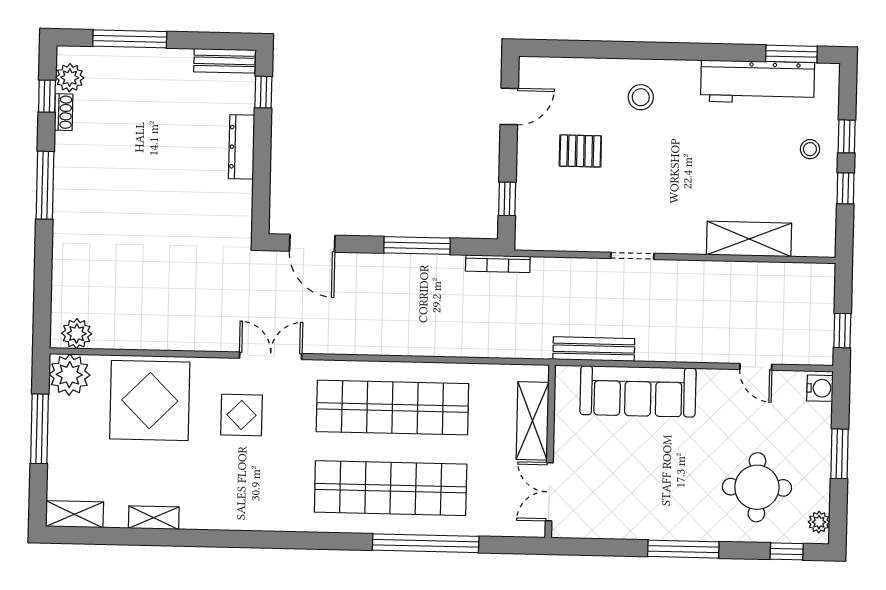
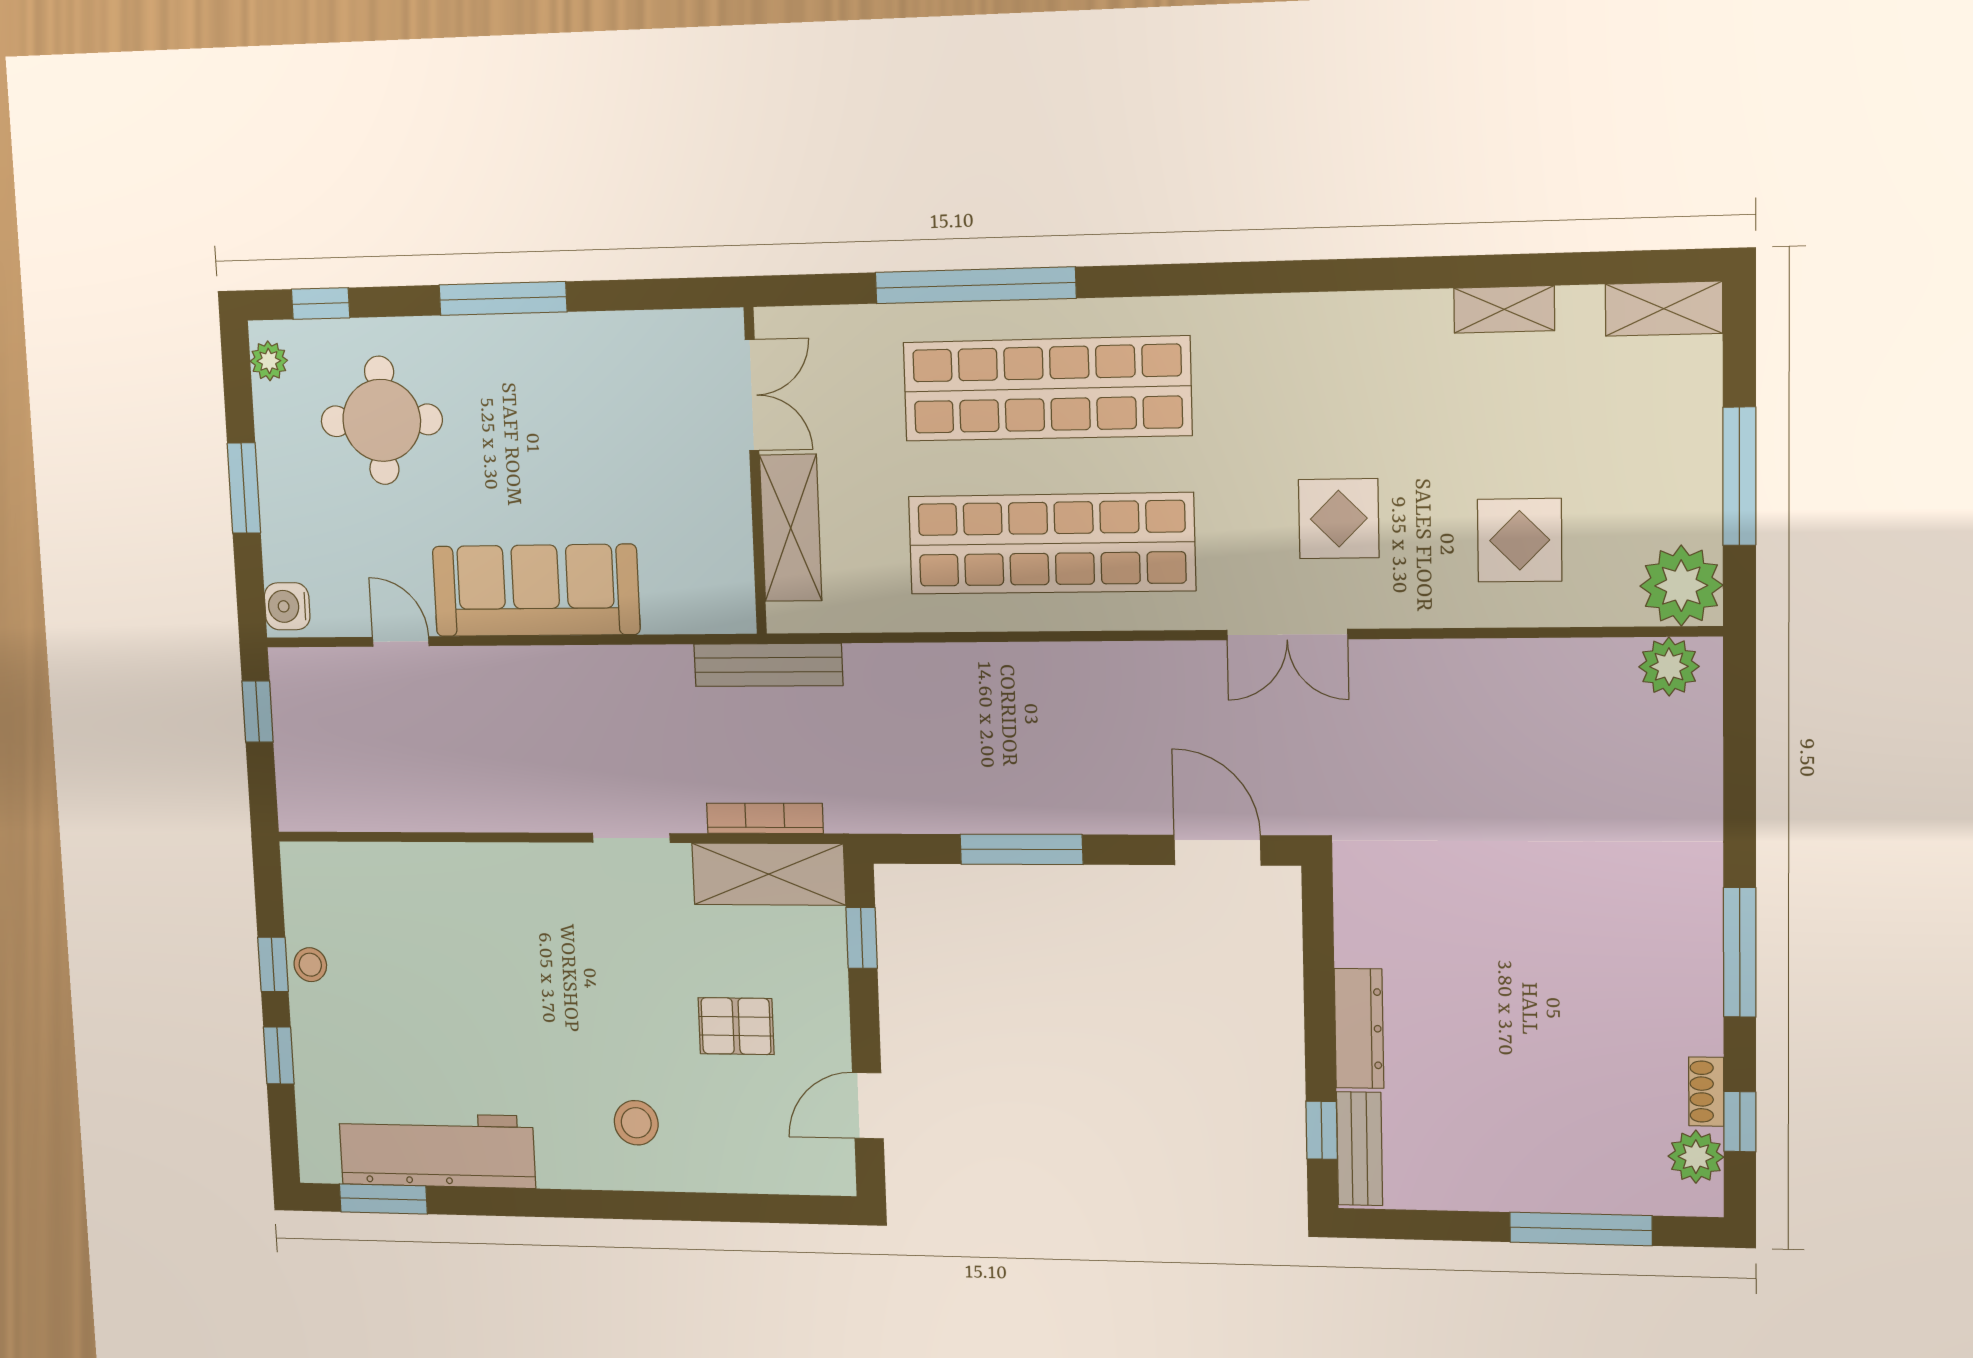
bench: (225, 61) -> (1359, 1149), moved, turned 90
stool: (810, 149) -> (310, 965), moved
shelving: (749, 239) -> (769, 874), moved
bookcase: (498, 264) -> (765, 818), moved
bench: (594, 349) -> (768, 665), moved
sofa: (638, 391) -> (536, 590), moved
display table: (150, 401) -> (1520, 540), width x0.54, depth x0.54

